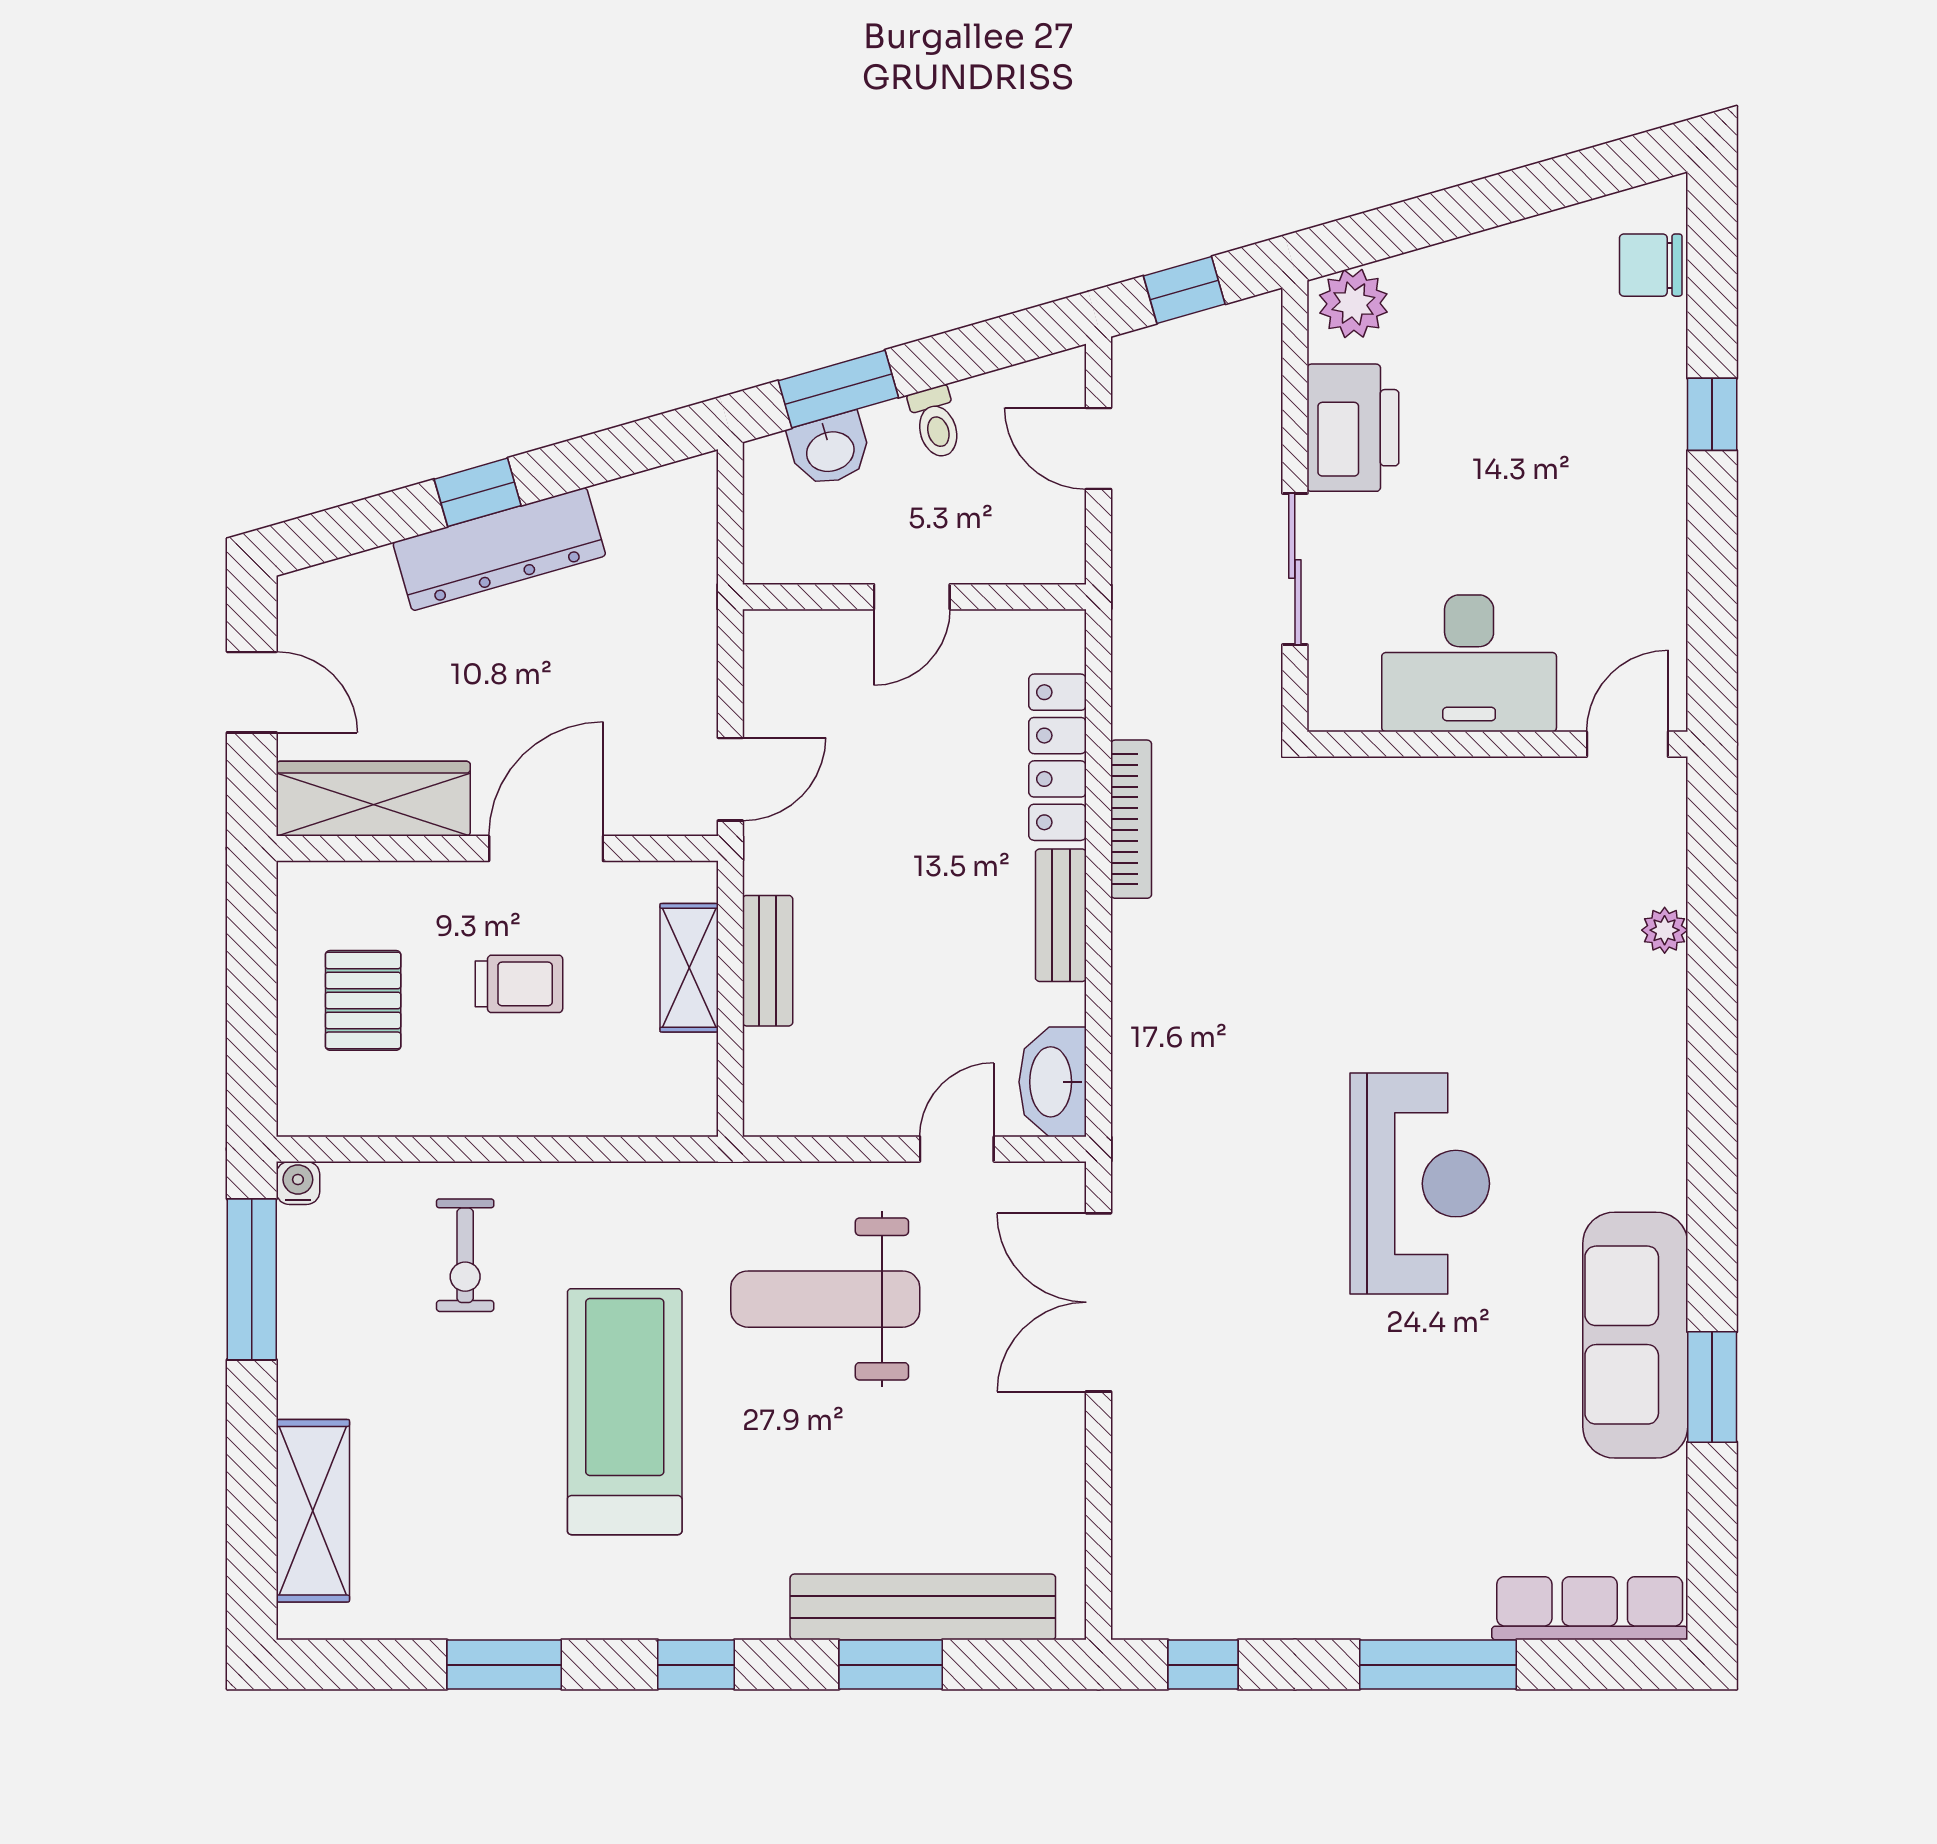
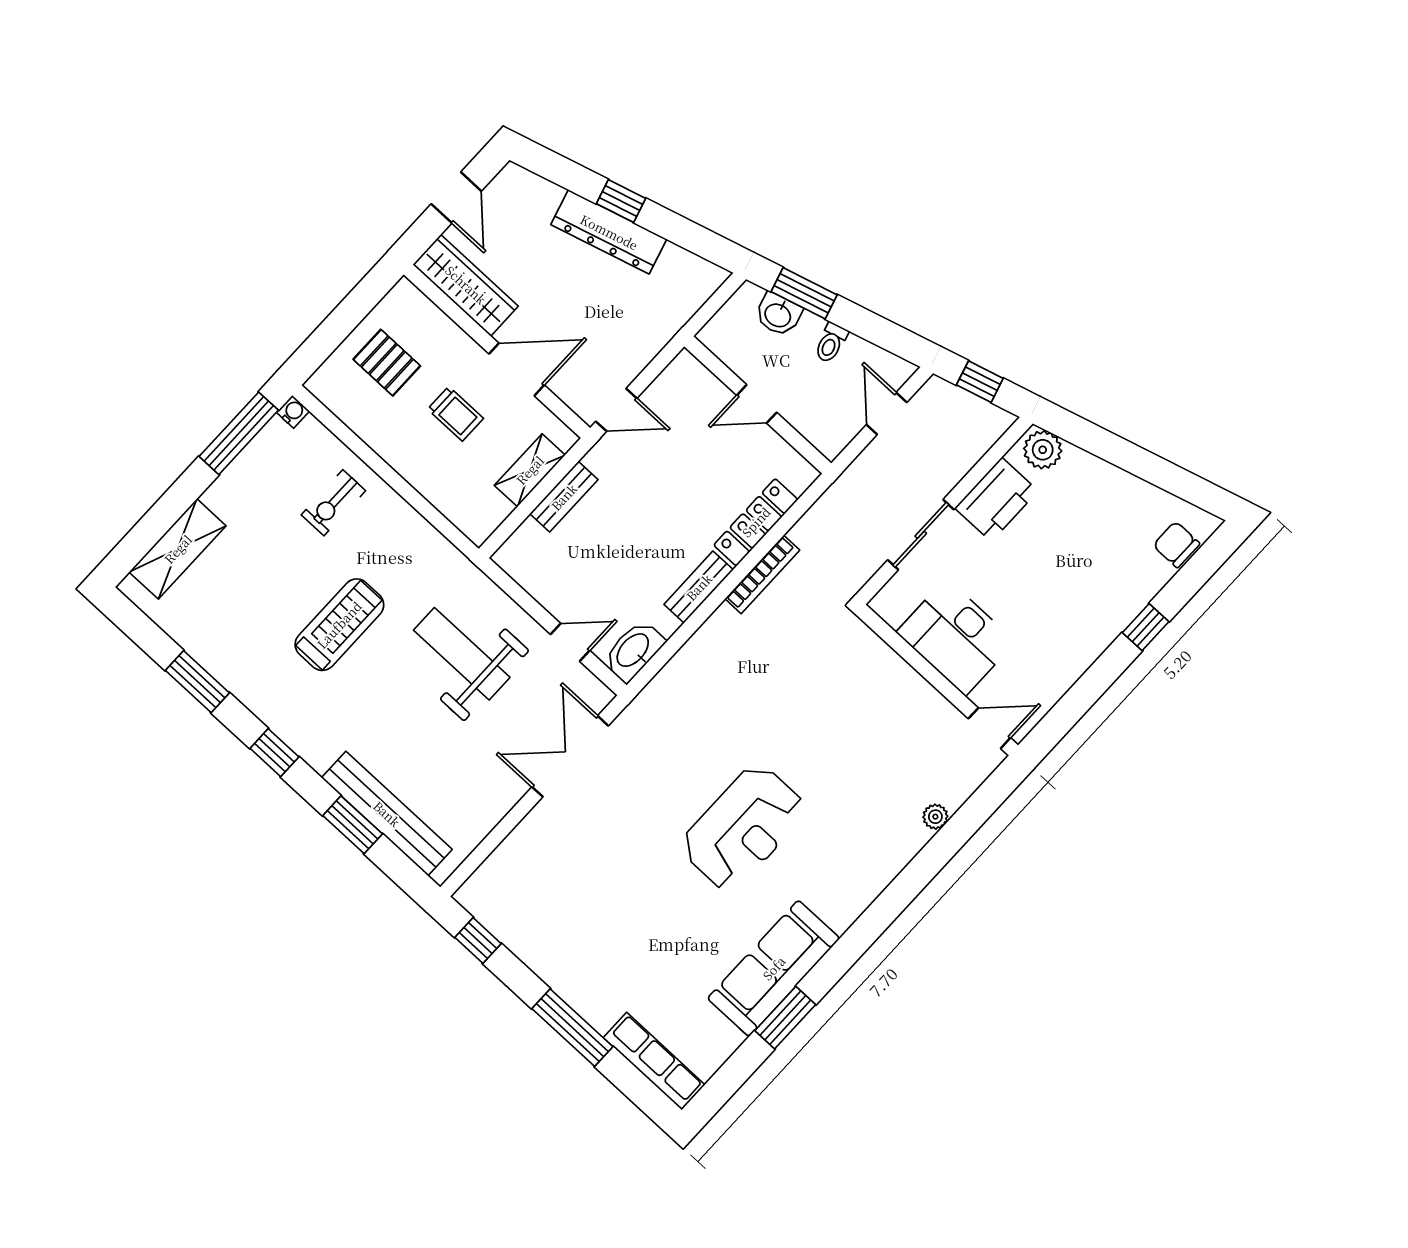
pallet: (363, 1000) -> (387, 363), turned 90
treadmill: (625, 1412) -> (339, 625), width x0.73, depth x0.73

